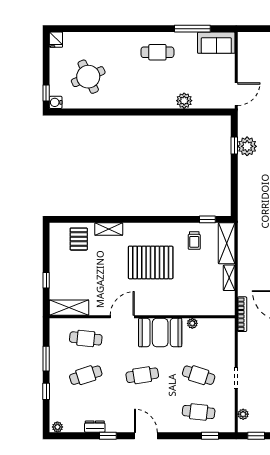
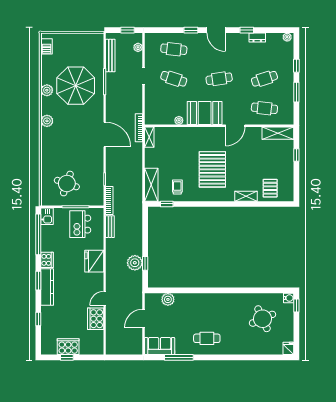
door: (236, 94) -> (144, 318), moved
plant: (184, 101) -> (168, 299), moved
pallet: (151, 262) -> (212, 169), turned 90
shelving: (229, 278) -> (149, 137), moved
window: (210, 436) -> (191, 30), moved

